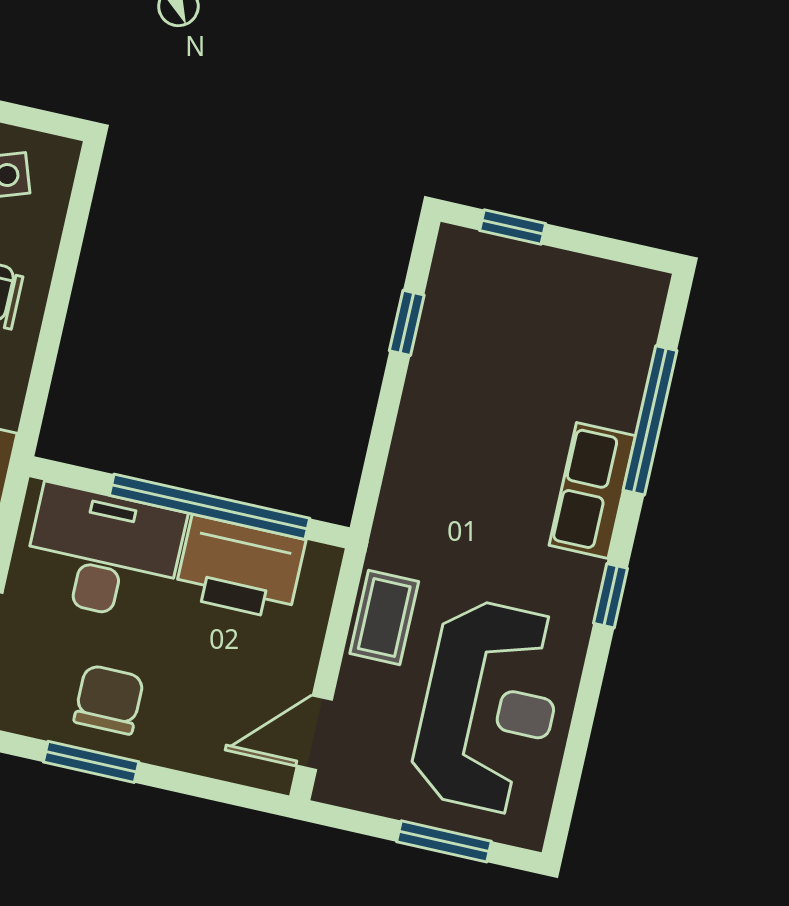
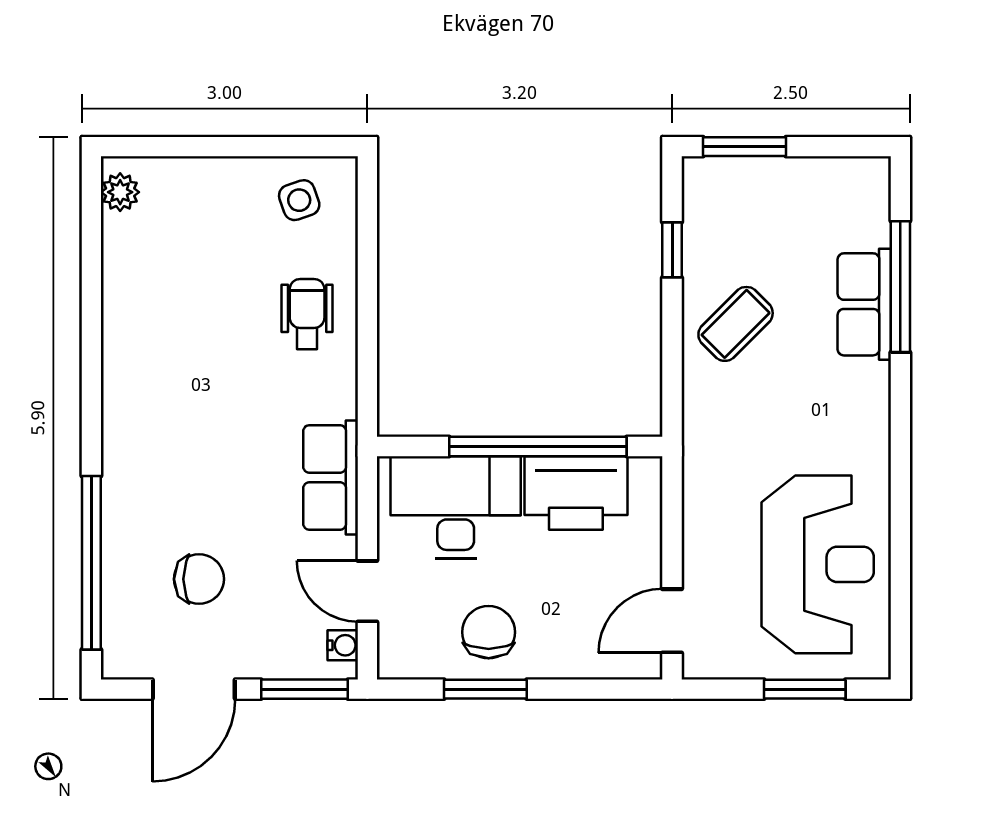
window: (513, 227) -> (745, 147), width x1.50
row of seats: (592, 491) -> (864, 304), moved
window: (611, 596) -> (900, 445), removed
coffee table: (384, 618) -> (736, 324), moved, turned 45

